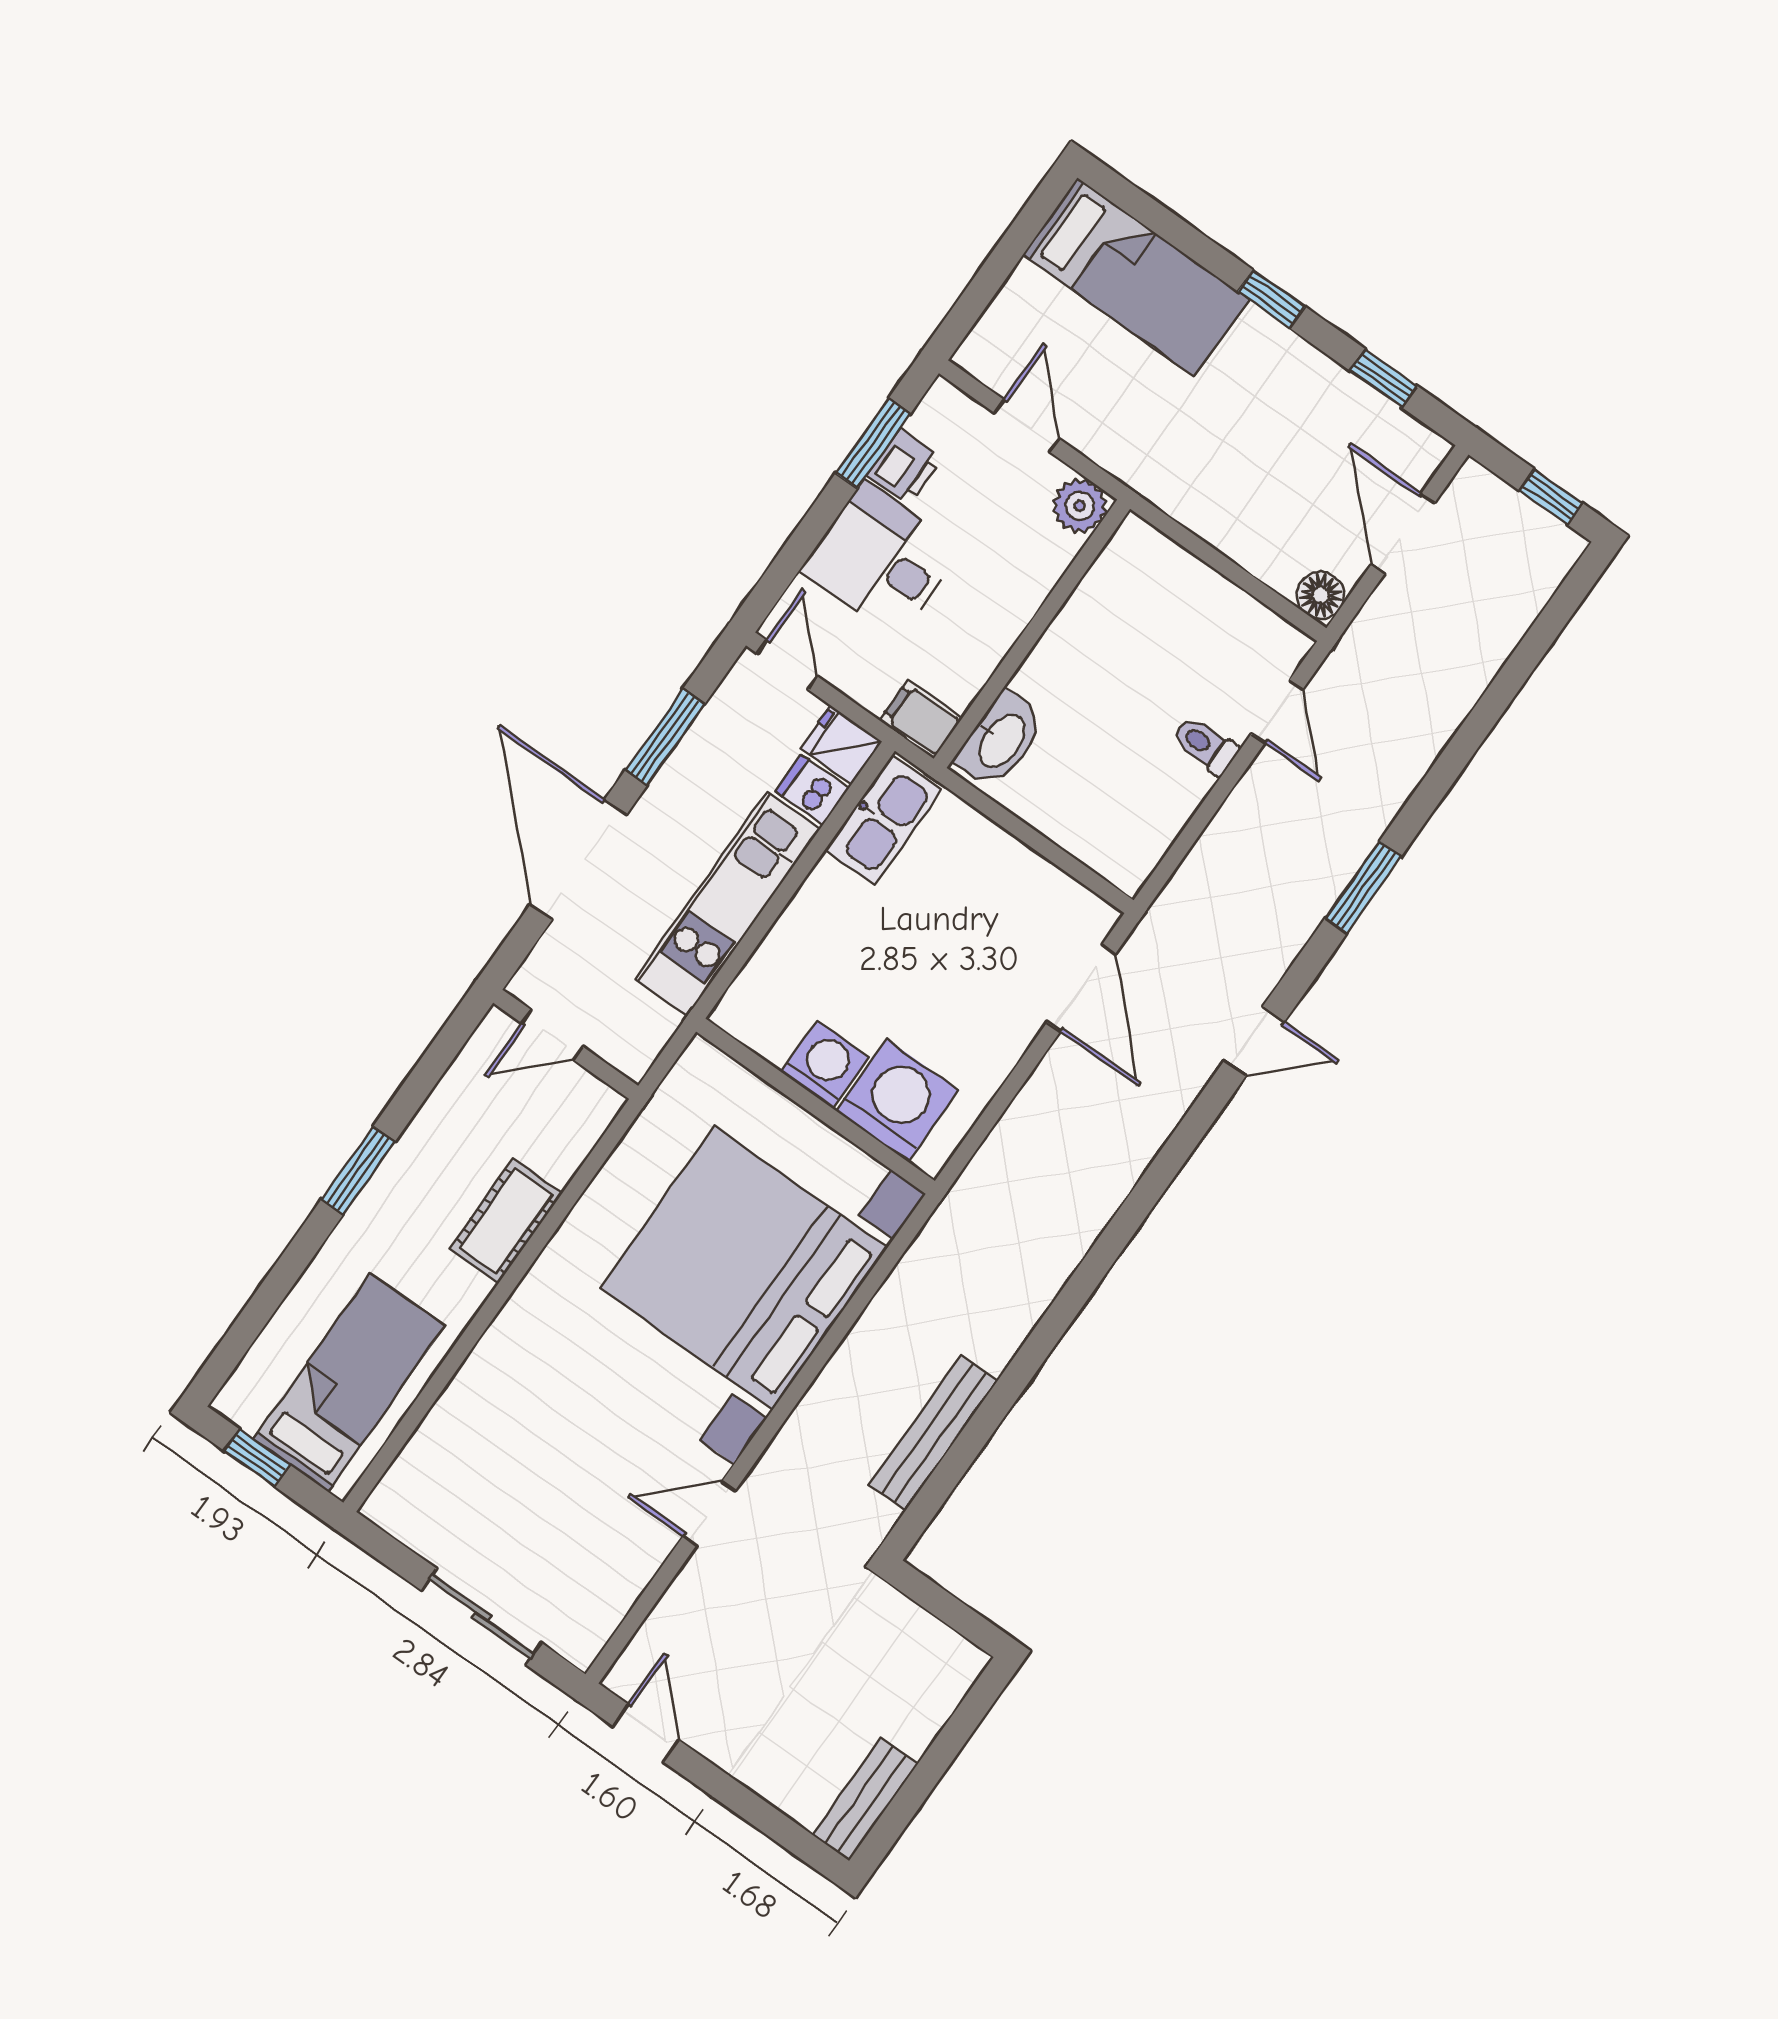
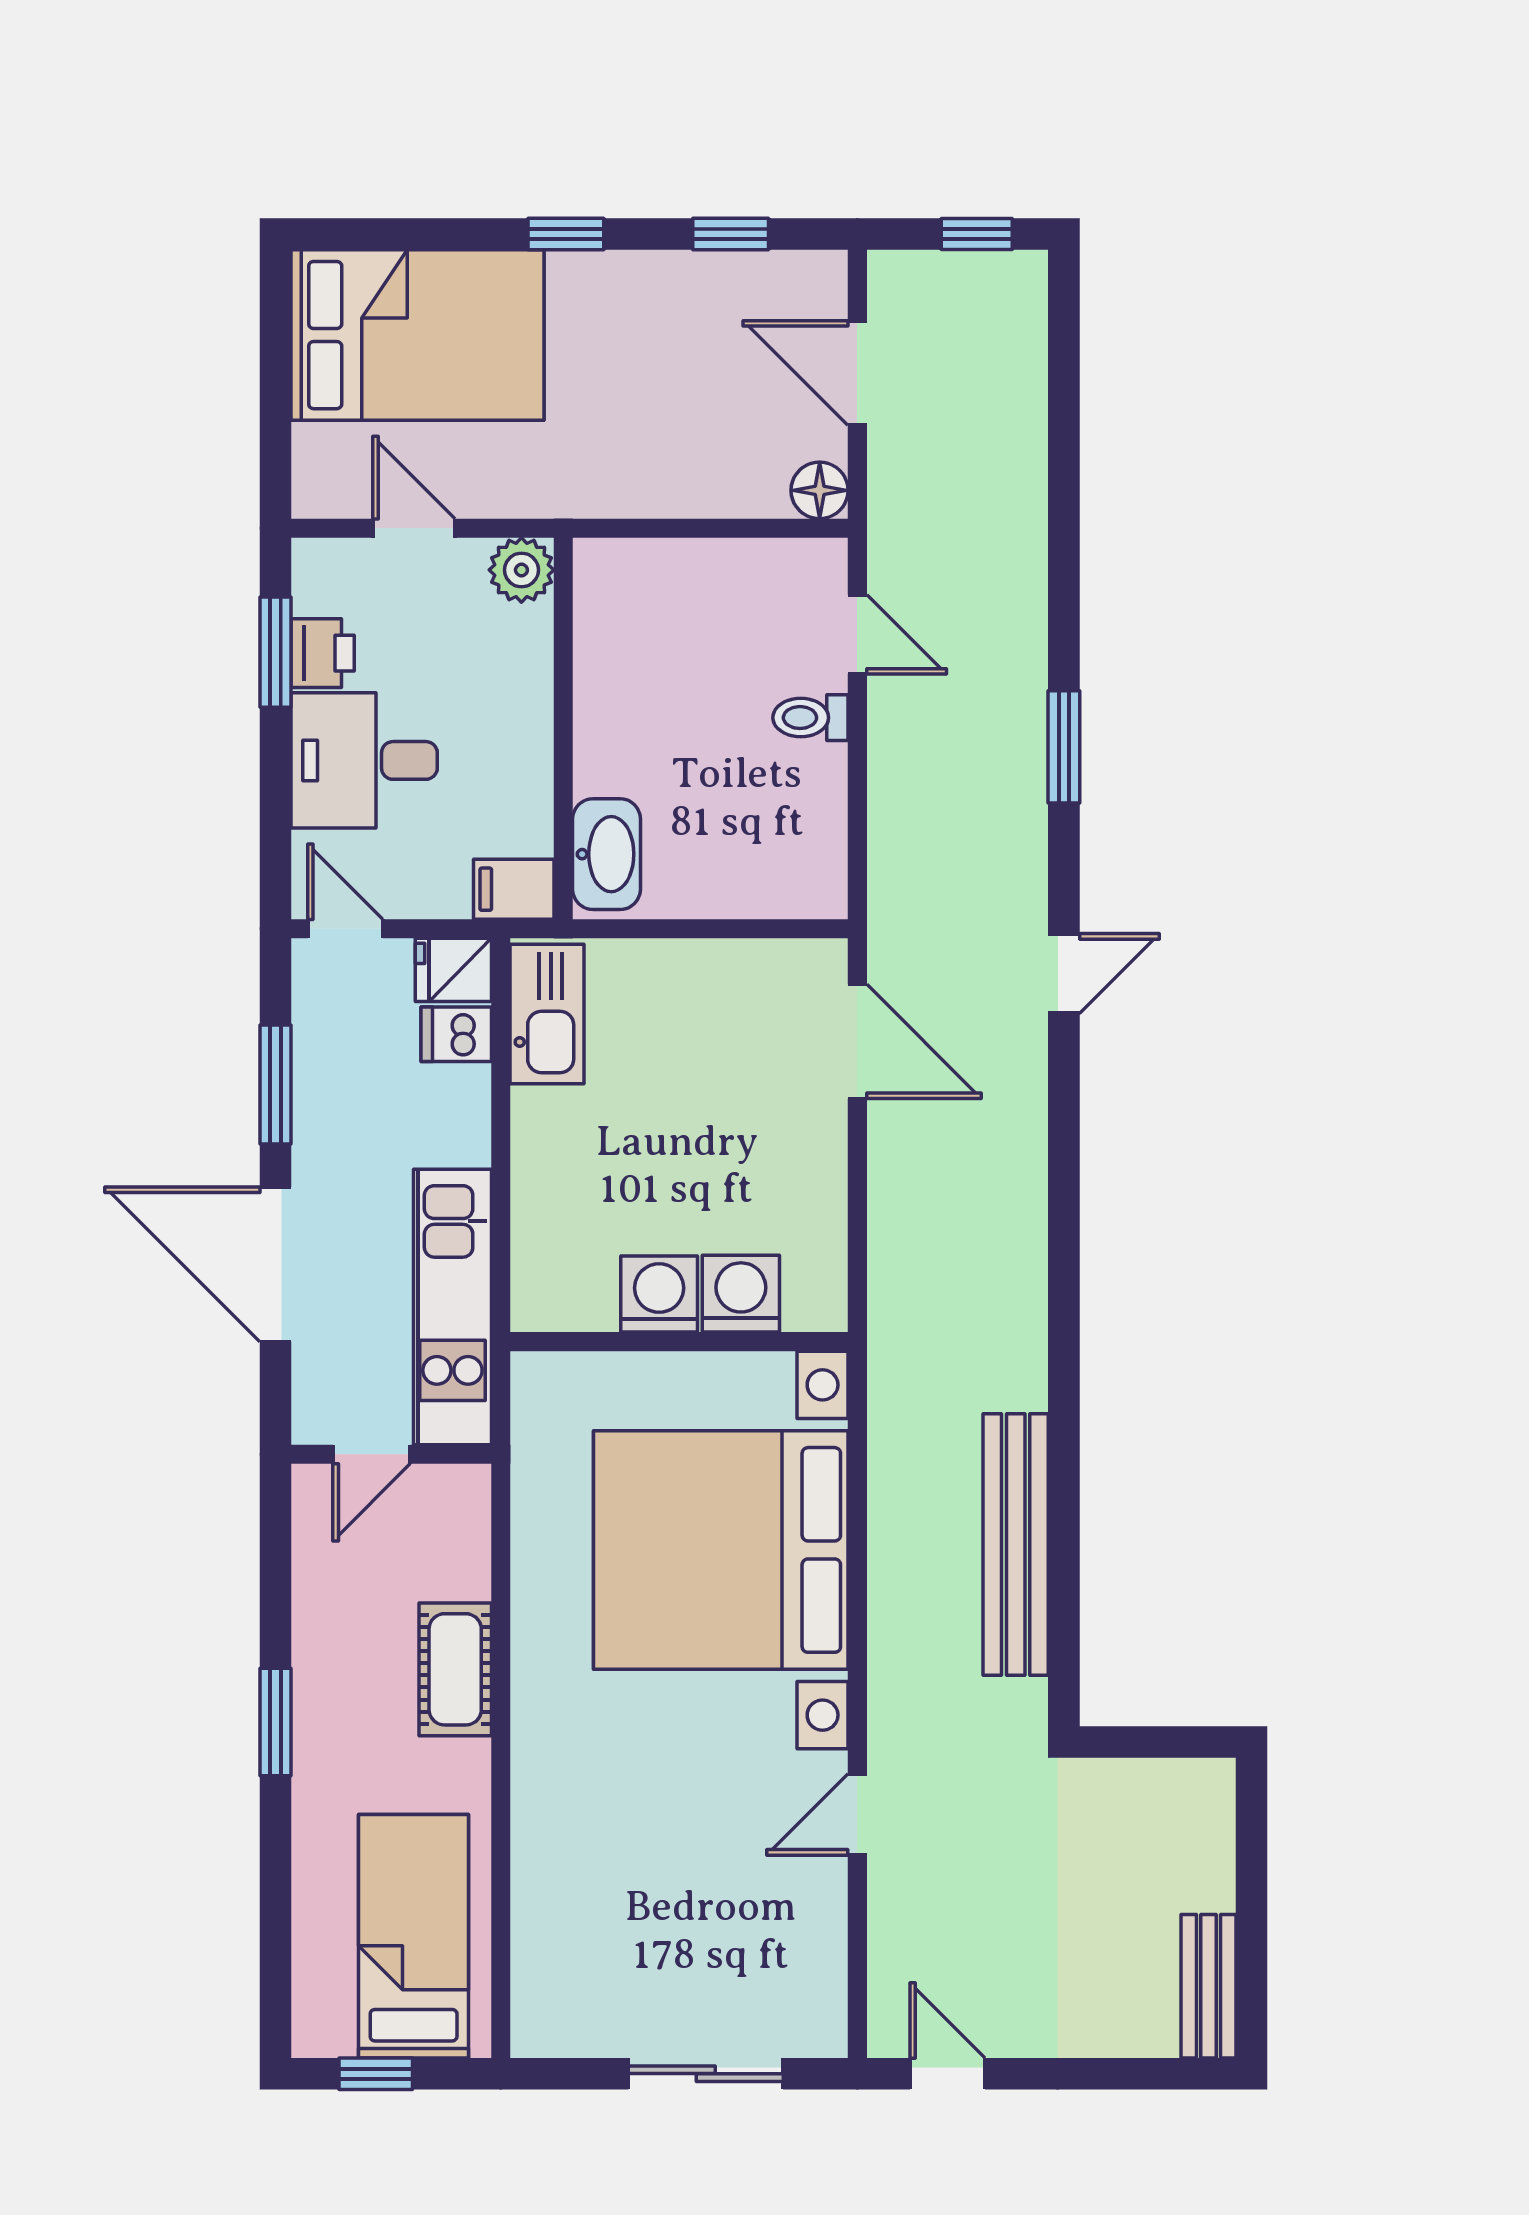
bed: (1136, 277) -> (417, 335), width x1.50
kitchen unit: (728, 904) -> (452, 1307), moved
washing machine: (897, 1100) -> (741, 1294), width x0.73, depth x0.73
bench: (934, 1433) -> (1016, 1544), width x1.37, depth x1.21

